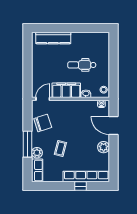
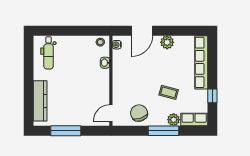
window: (27, 60) -> (66, 131), added
dental chair: (82, 65) -> (49, 53), moved
filing cabinet: (66, 90) -> (101, 86), removed
door: (43, 99) -> (111, 113), hinge flipped
window: (80, 186) -> (212, 96), moved

